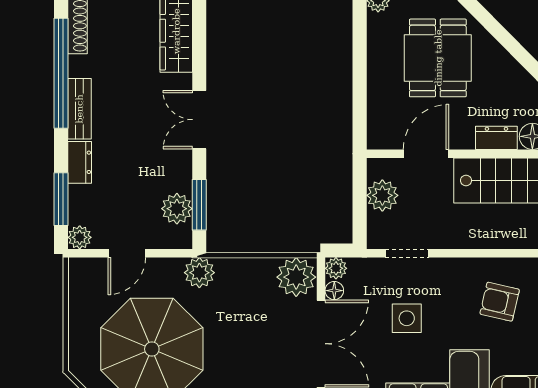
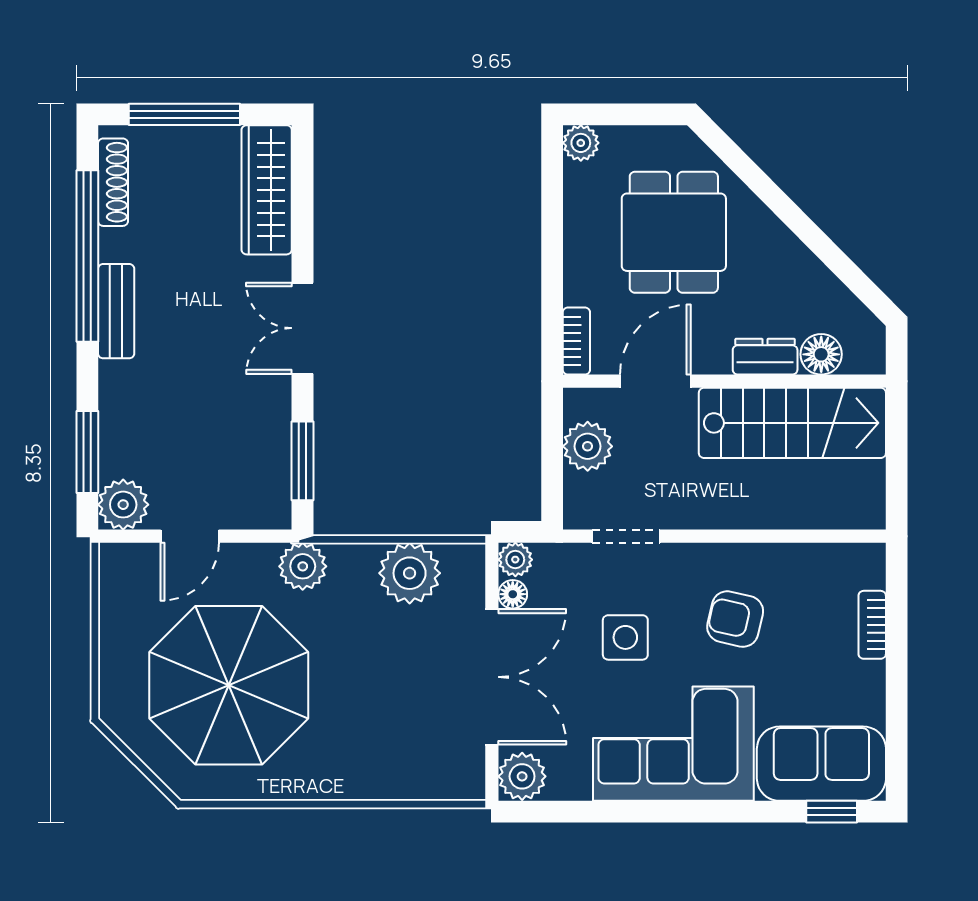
bookcase: (375, 128) -> (576, 341), added
dresser: (80, 162) -> (116, 395), removed
plant: (177, 209) -> (268, 467), removed
plant: (80, 237) -> (123, 505), width x1.38, depth x1.38
plant: (296, 277) -> (410, 573), moved
armchair: (500, 302) -> (735, 619), moved

